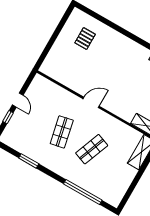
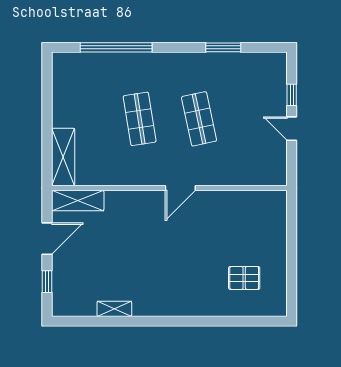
pallet: (85, 39) -> (244, 278), turned 90
shop shelf: (92, 149) -> (140, 119), turned -30

